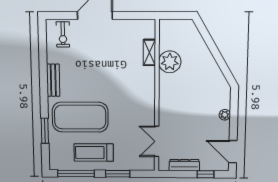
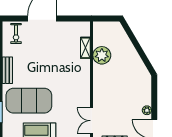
plant: (225, 115) -> (147, 110), moved

